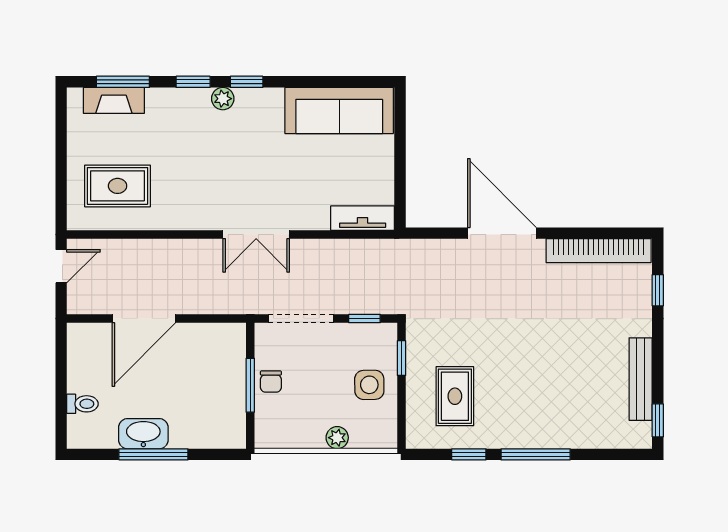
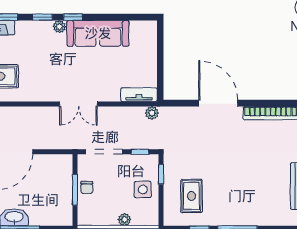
sofa: (339, 110) -> (98, 33), moved
plant: (385, 250) -> (152, 113), added

